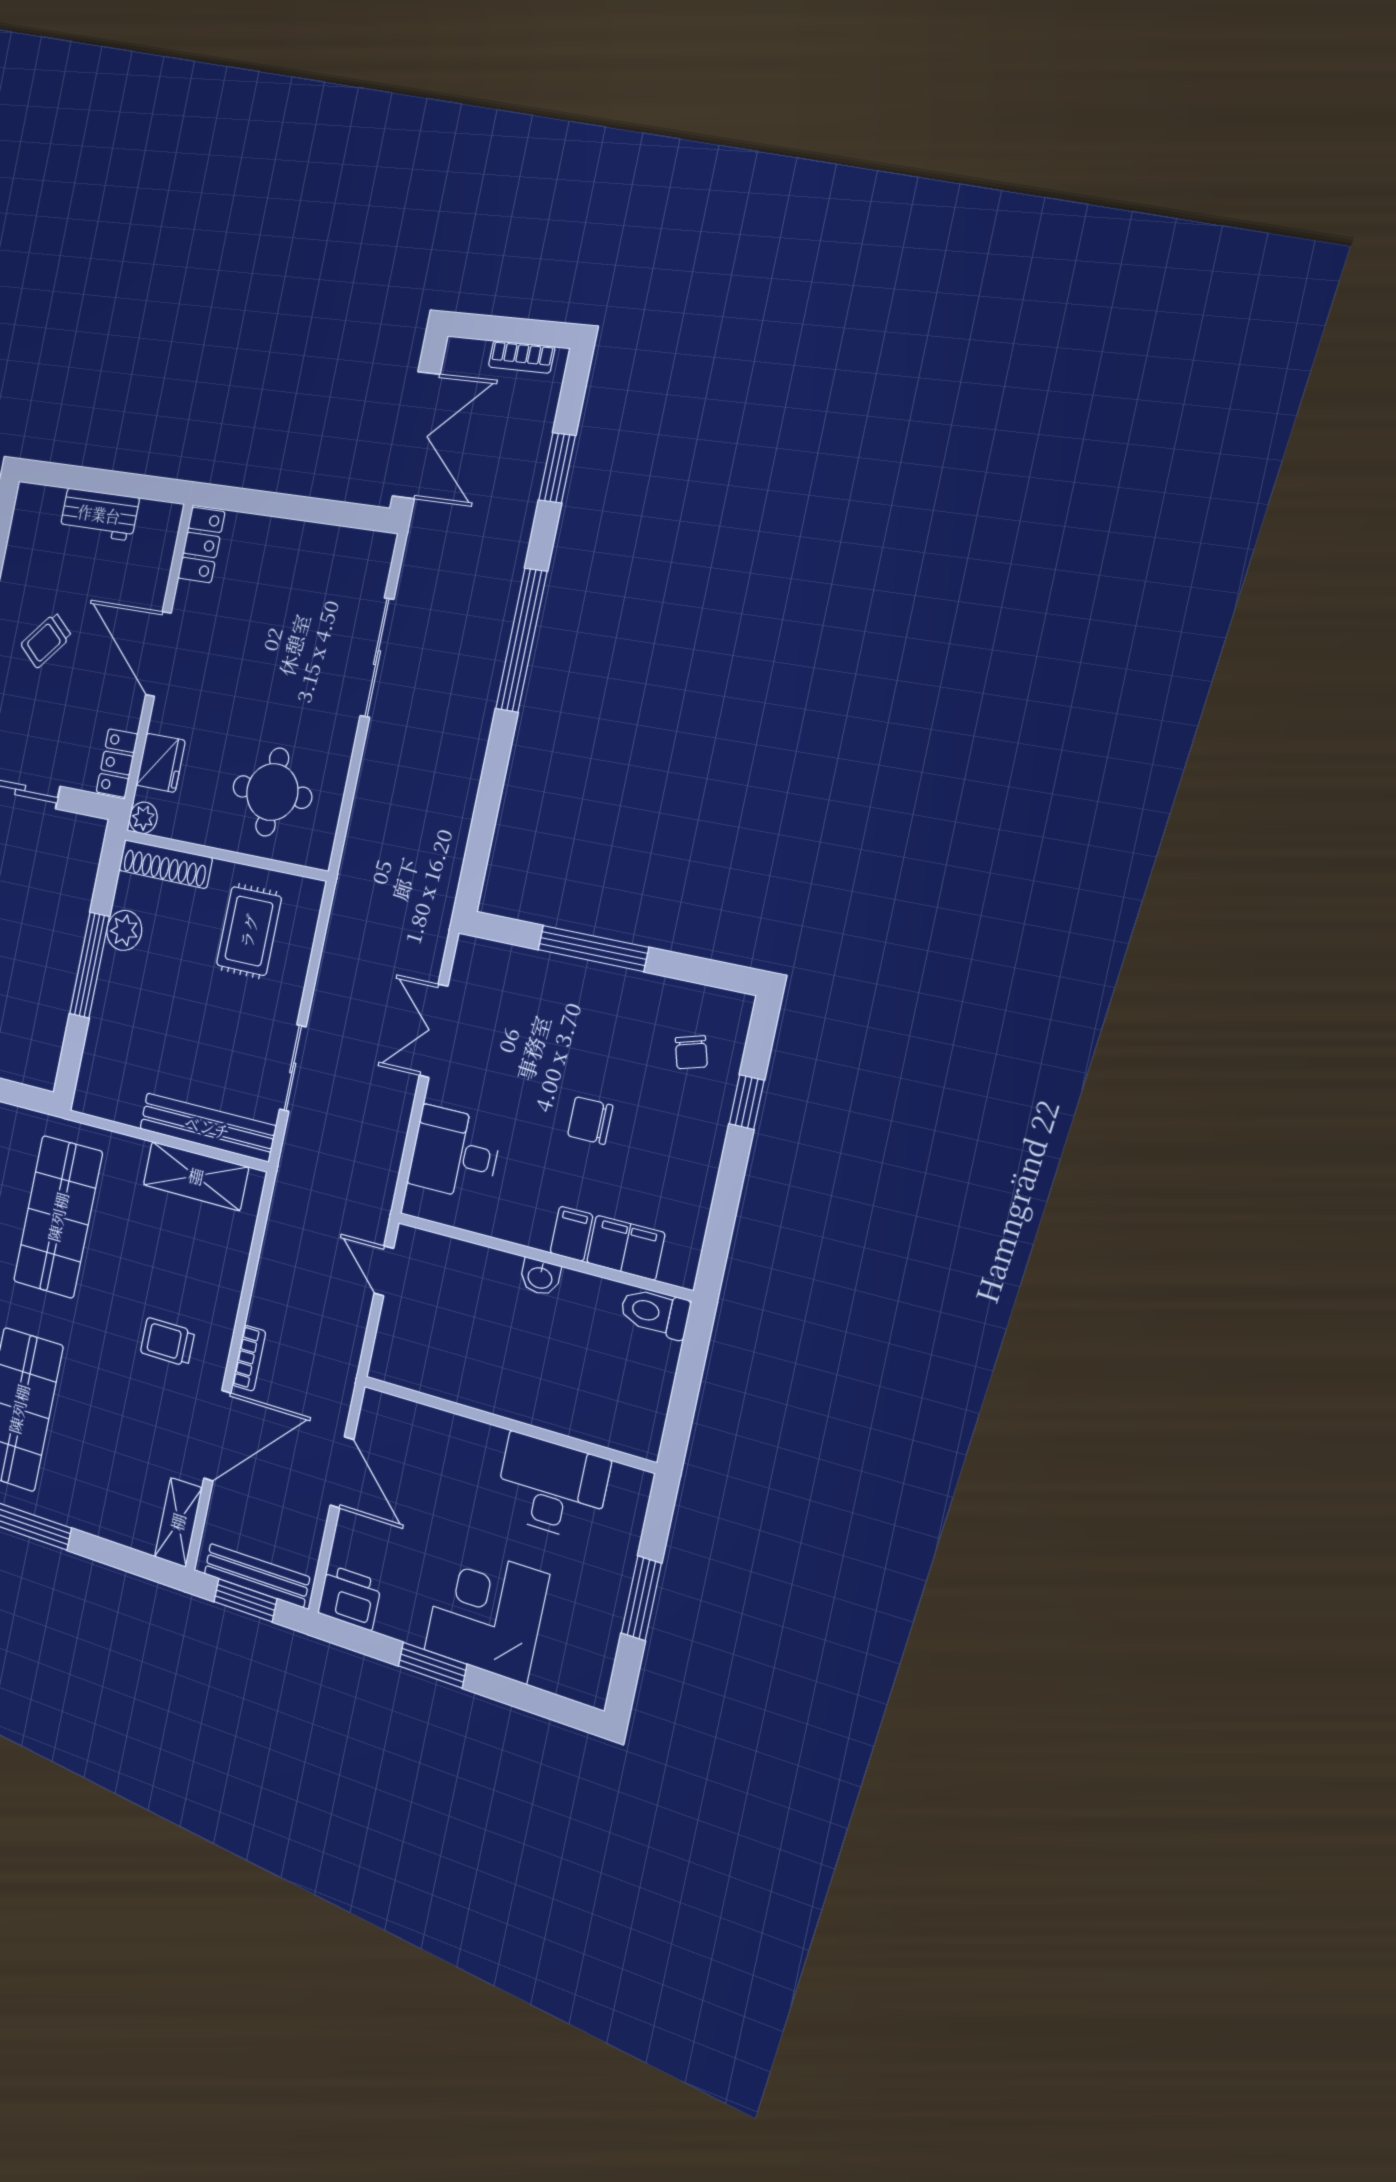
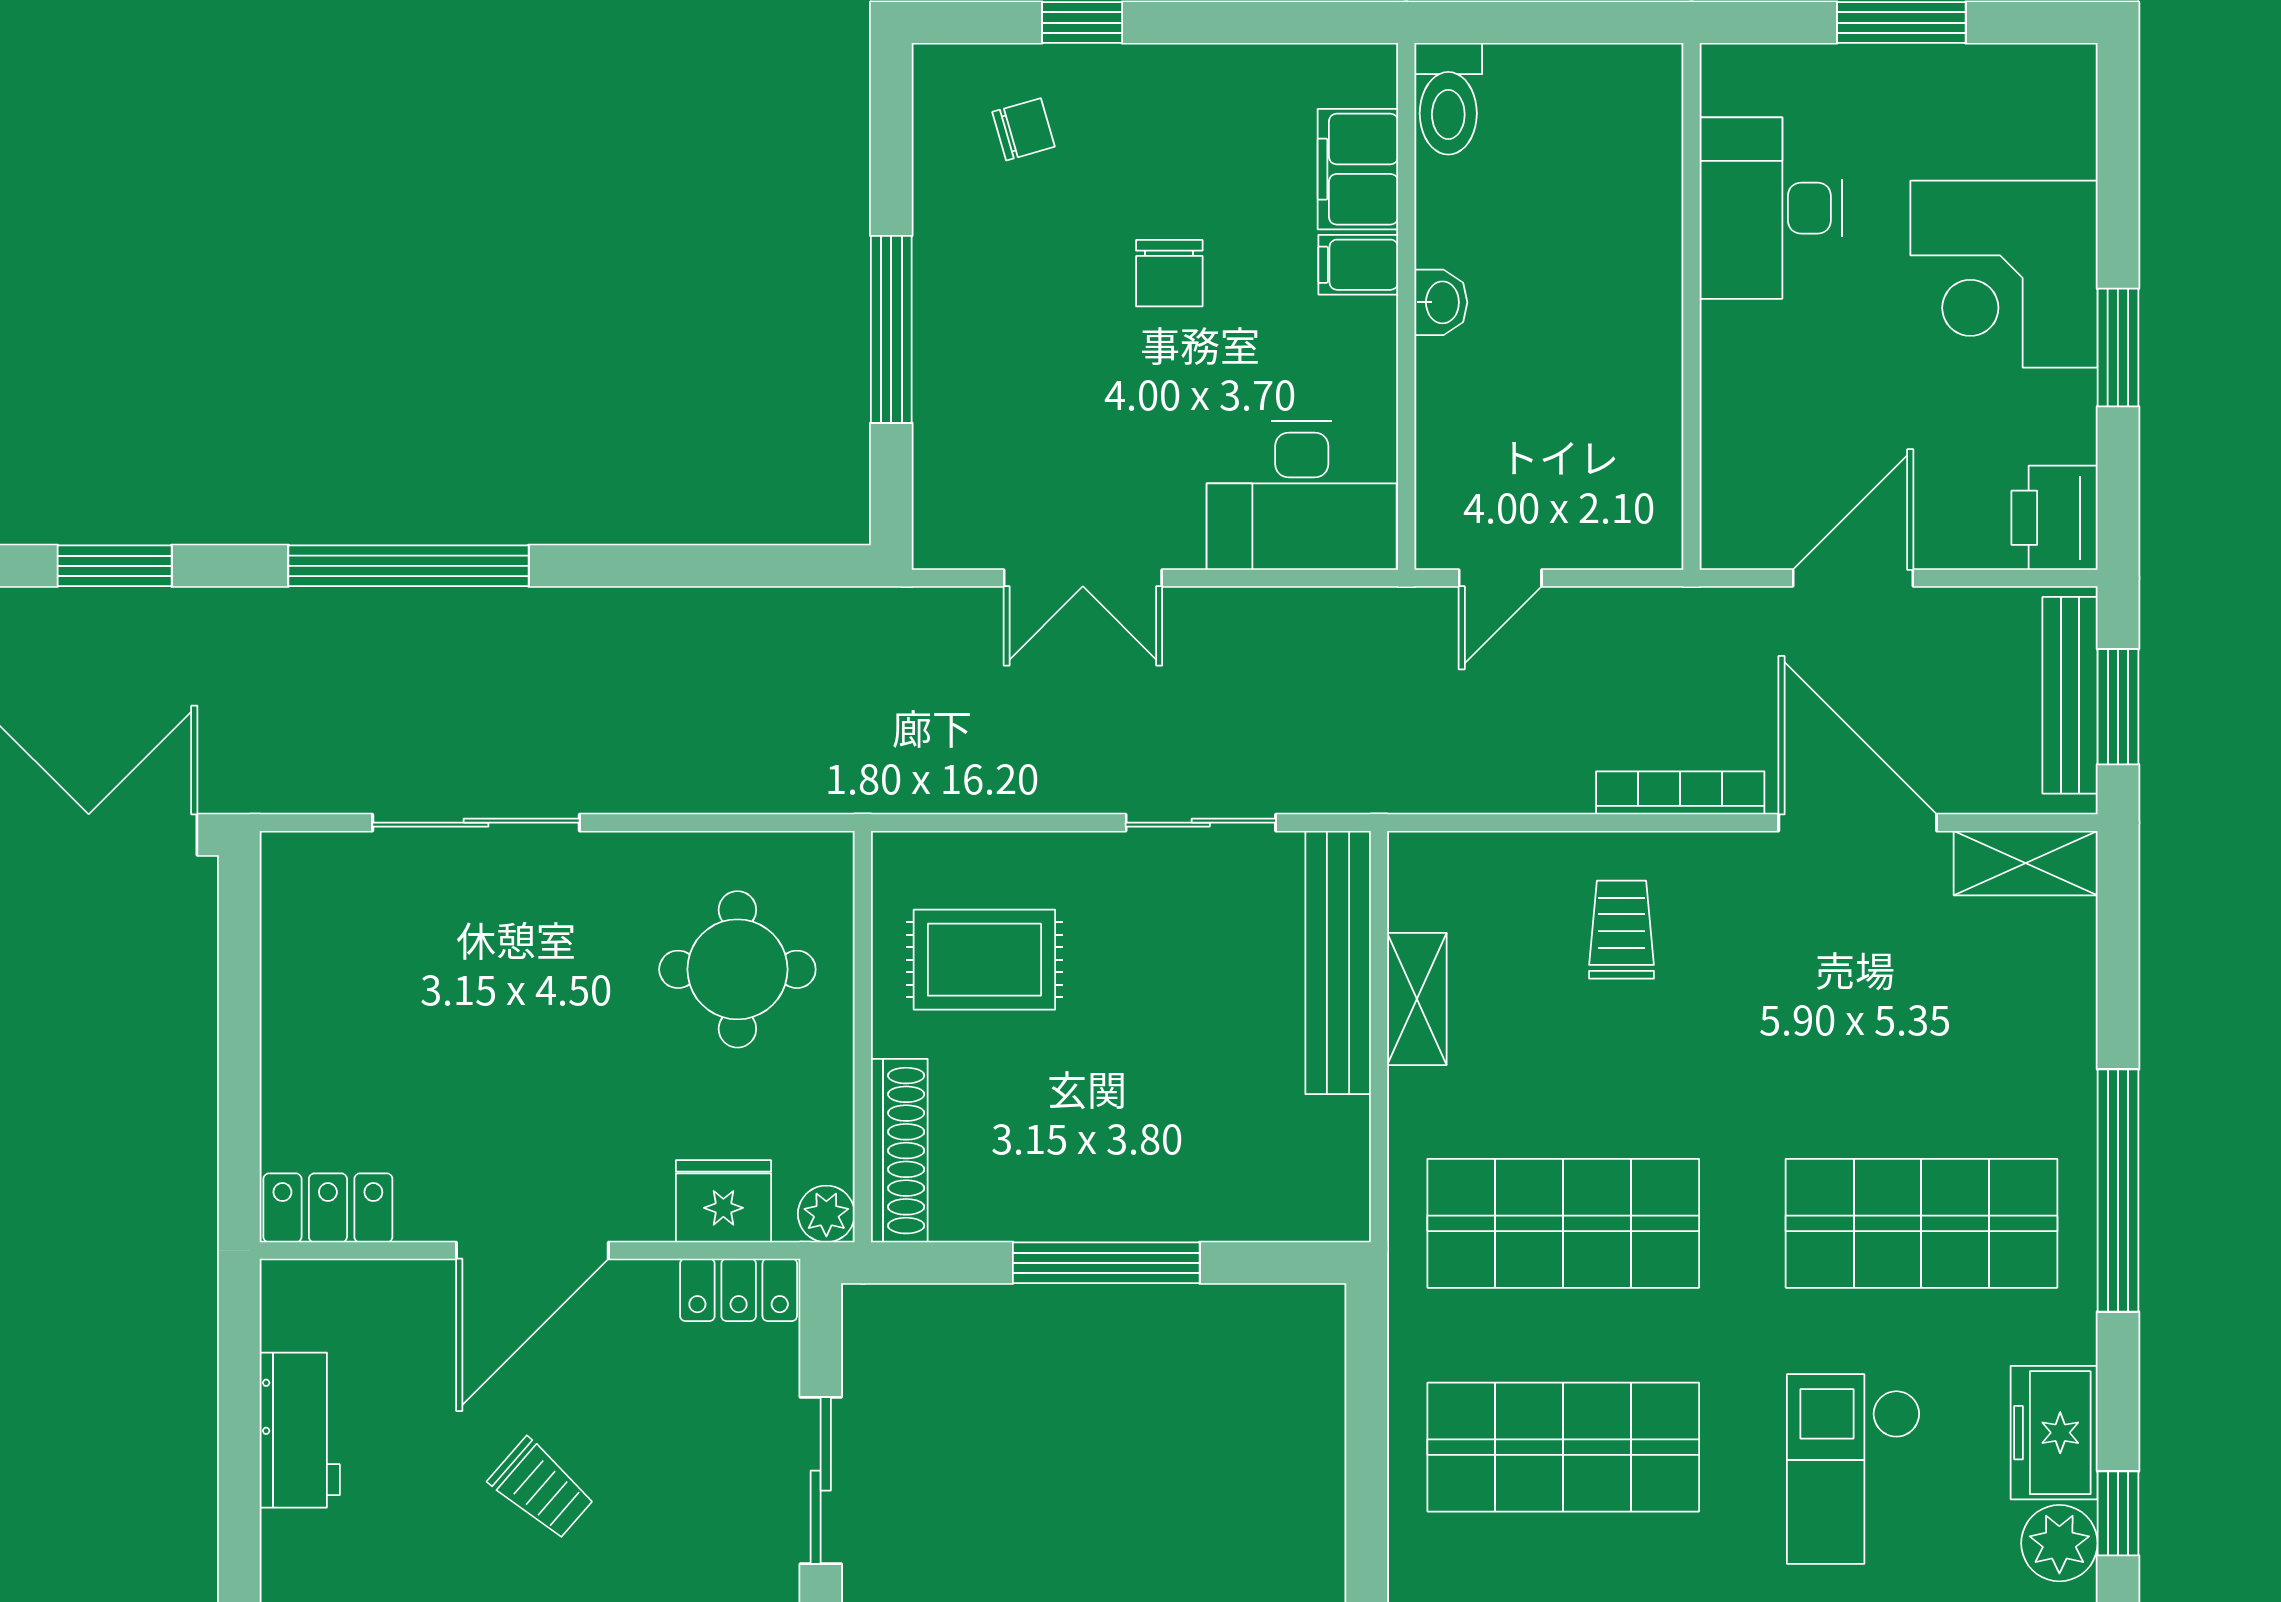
plant: (124, 930) -> (1031, 1206), removed
desk: (455, 1153) -> (1302, 495), width x1.37
shelving: (196, 1176) -> (1417, 999), width x0.67, depth x0.75
trolley: (167, 1342) -> (1622, 930), moved, turned 180
bookcase: (249, 1358) -> (1680, 793), width x1.56

